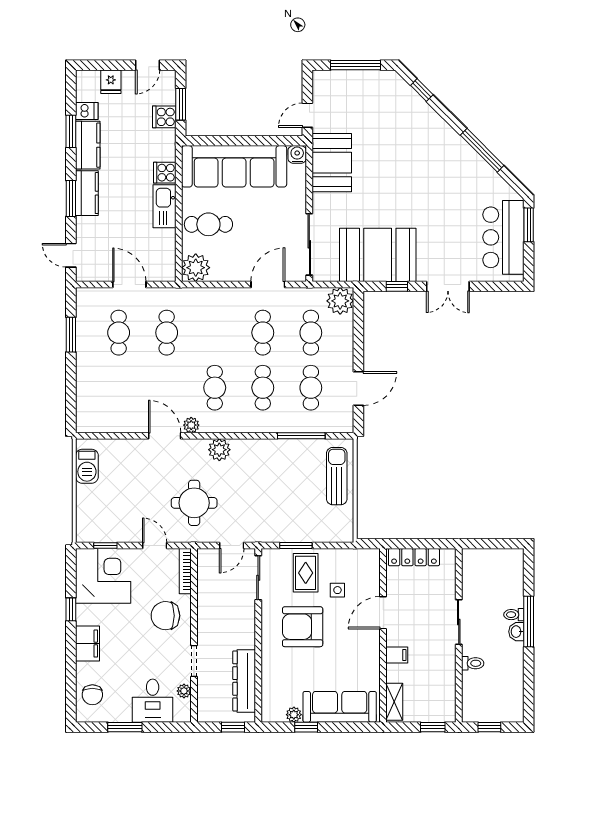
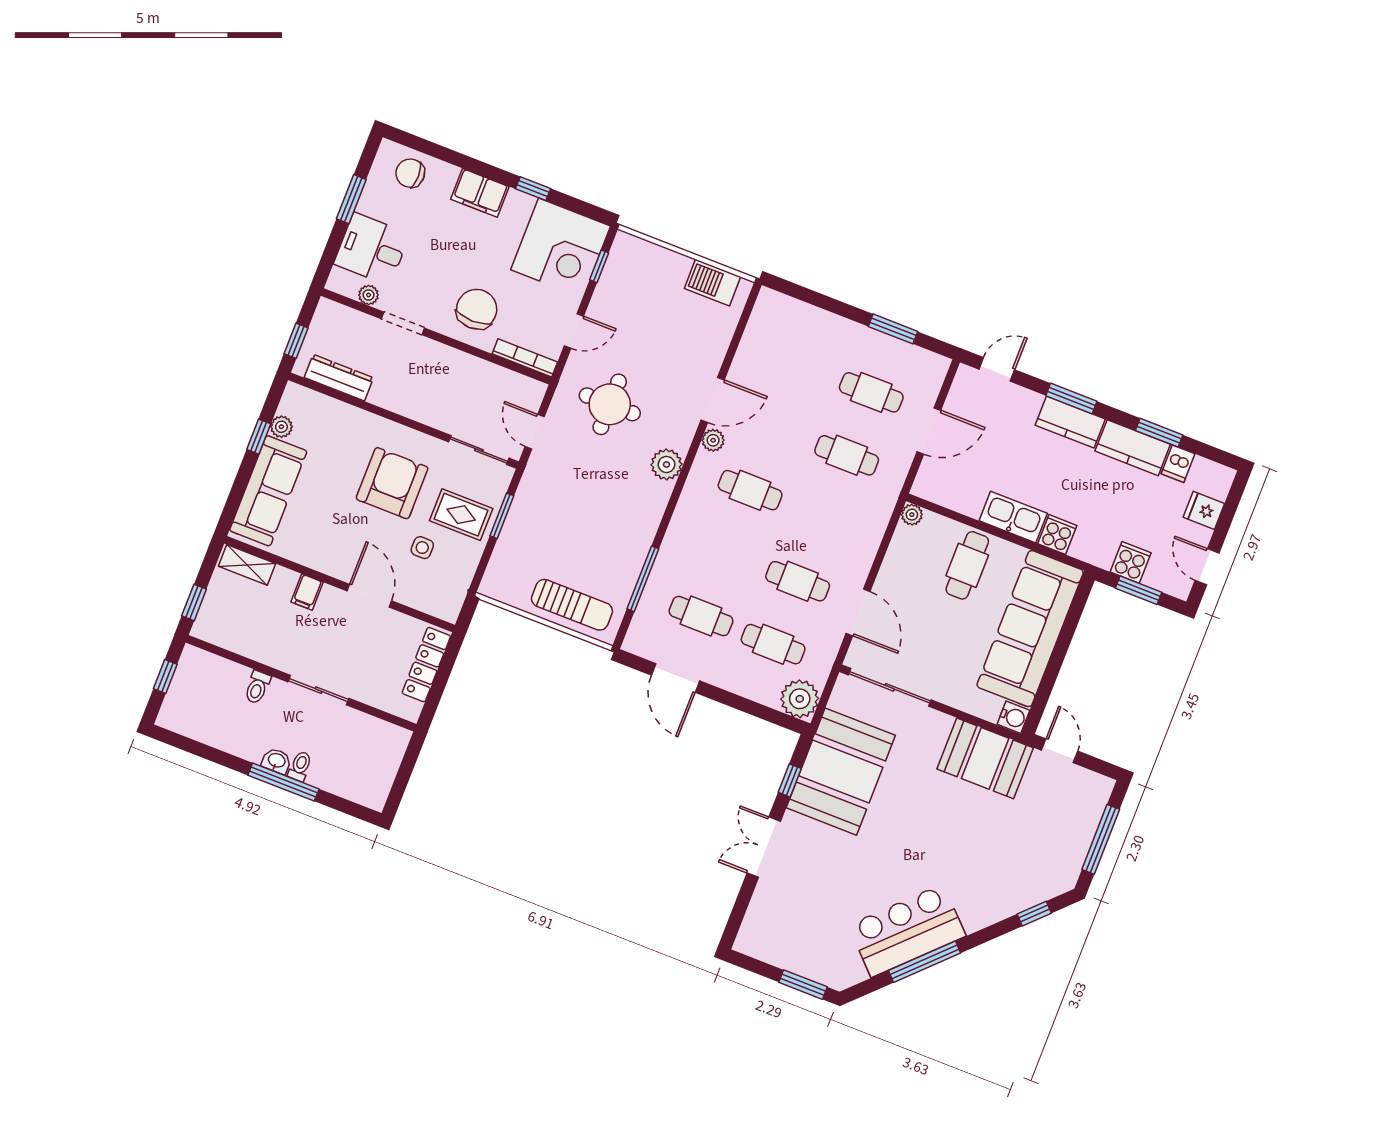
bar counter: (503, 237) -> (907, 931), moved, turned -45
plant: (196, 268) -> (912, 515), width x0.53, depth x0.53
cafe table: (263, 388) -> (726, 553), removed
dresser: (244, 681) -> (339, 378), width x0.73, depth x0.80

